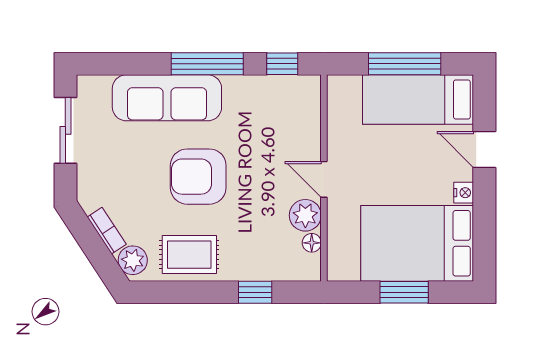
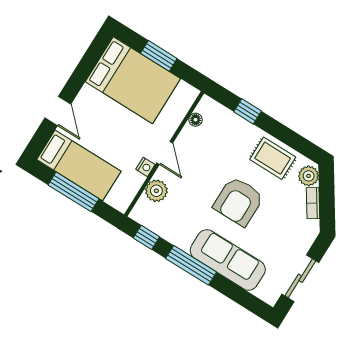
armchair: (198, 177) -> (238, 201), turned 90
nightstand: (464, 193) -> (145, 167), moved, turned 180
plant: (305, 215) -> (156, 191), moved

